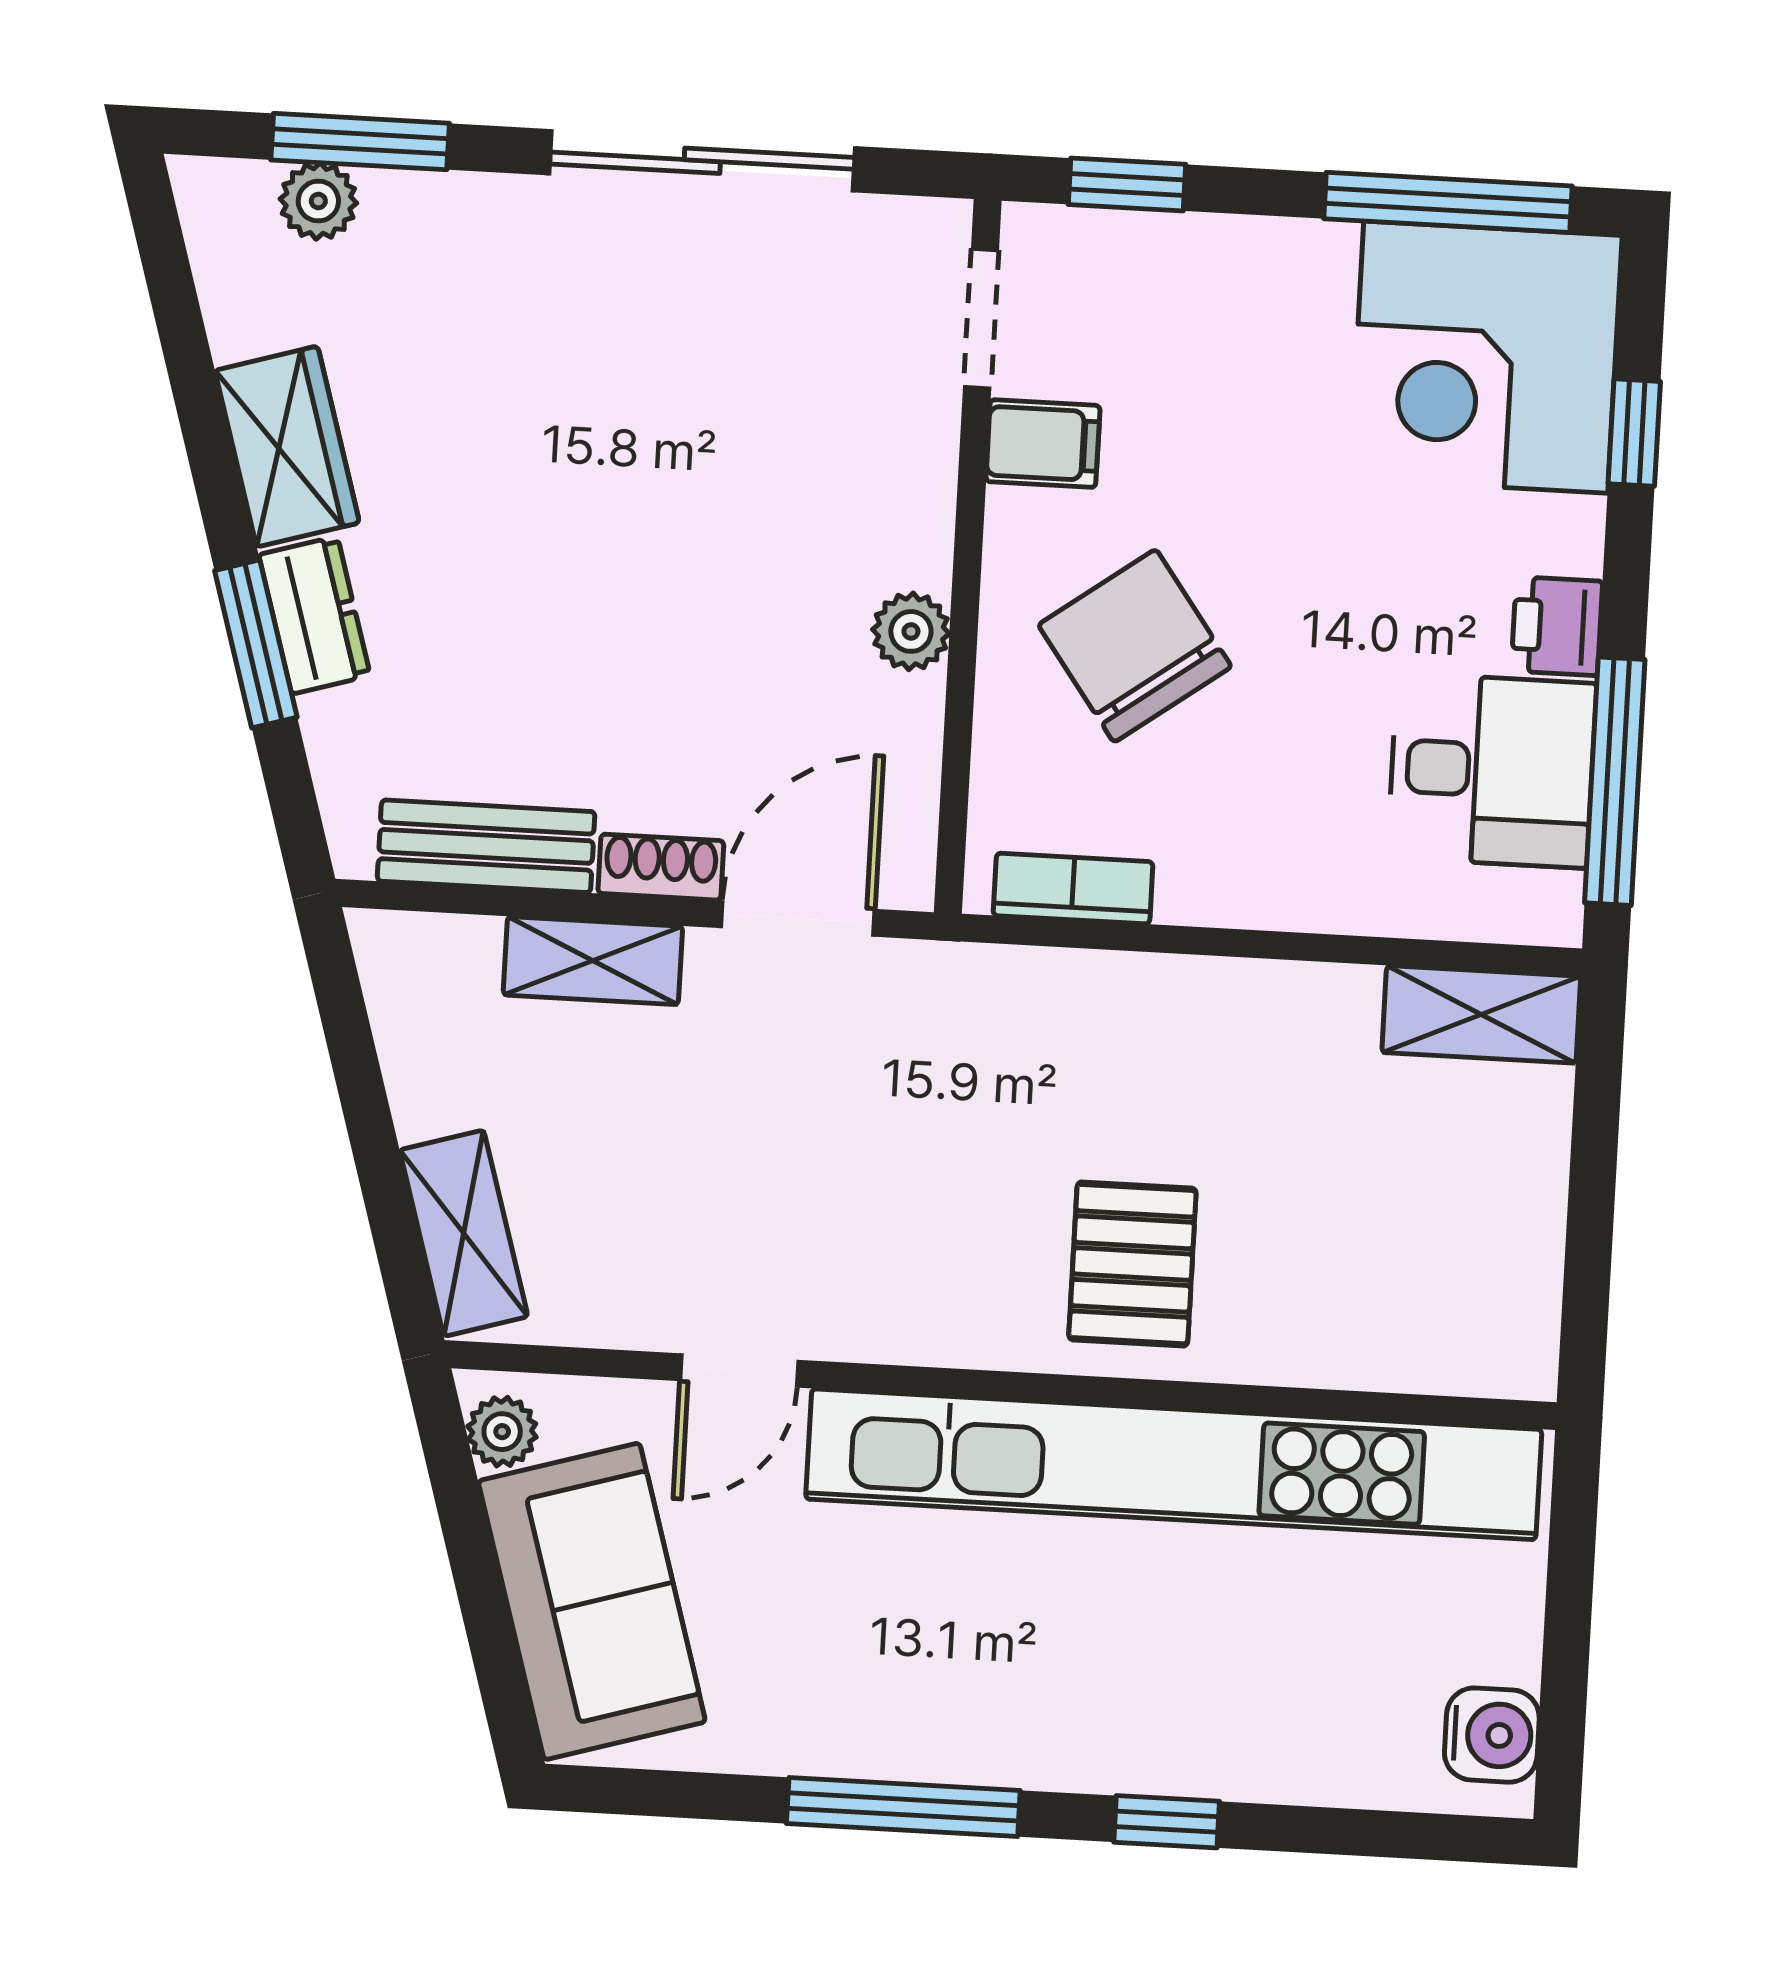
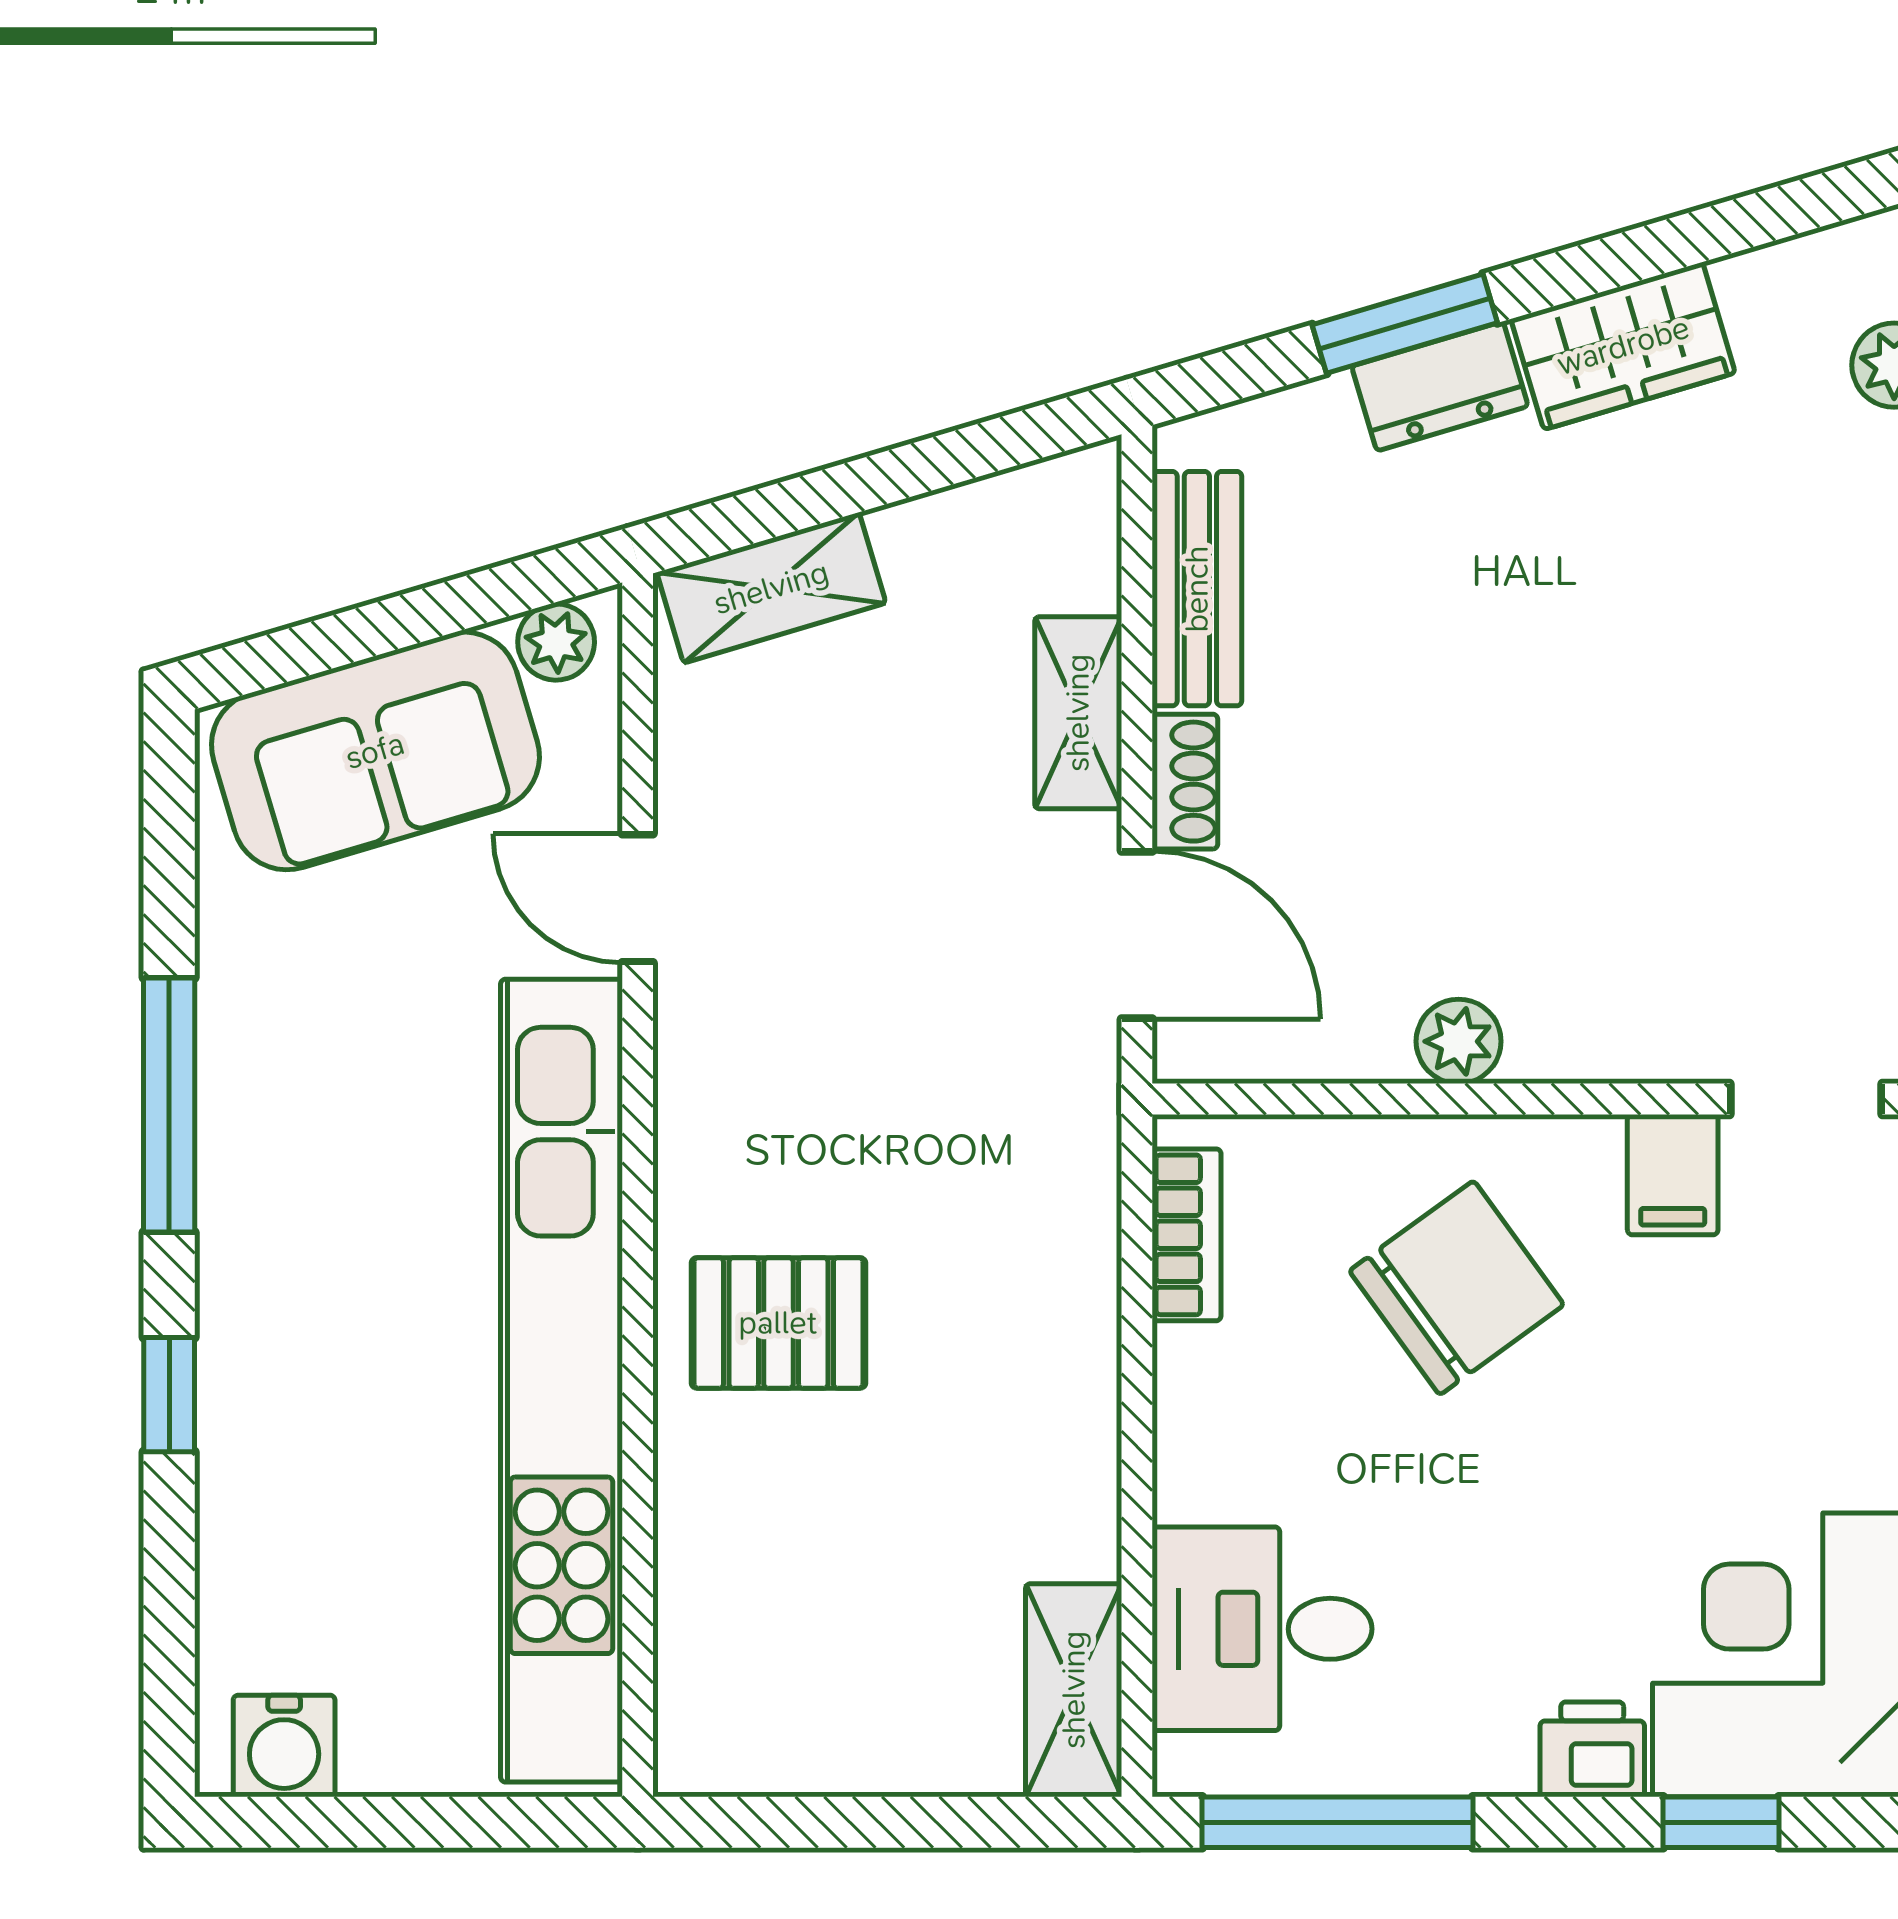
printer: (1557, 626) -> (1592, 1749), moved
desk: (1492, 770) -> (1262, 1629), moved, turned 90

